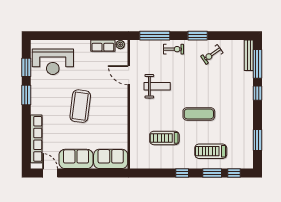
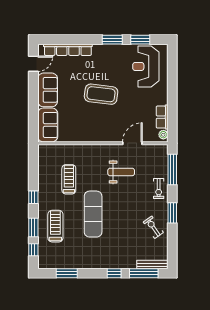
weight bench: (157, 86) -> (121, 172), turned -90
exercise mat: (199, 114) -> (93, 214), width x1.36, depth x1.45

